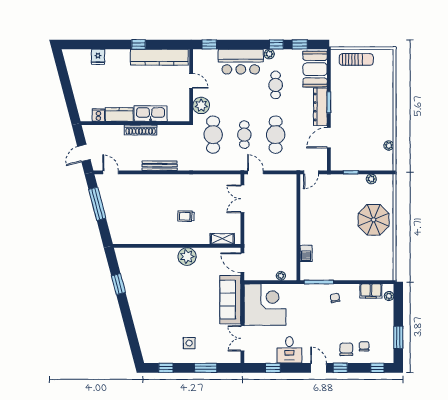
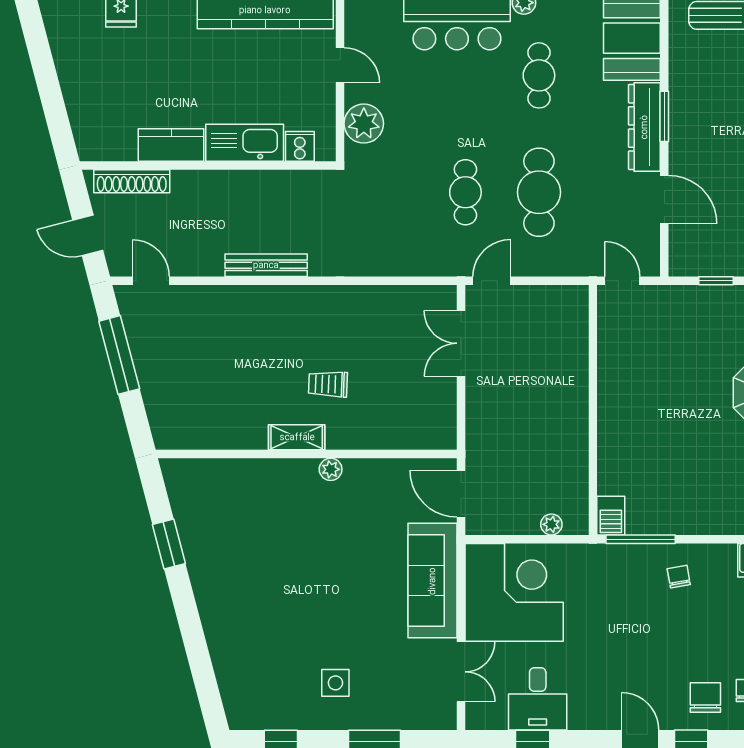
cooker: (98, 115) -> (300, 146), moved
shoe rack: (141, 130) -> (132, 181), moved
cafe table: (213, 135) -> (392, 192), removed
door: (329, 138) -> (664, 199), swing flipped
door: (84, 153) -> (88, 235), hinge flipped
door: (255, 172) -> (492, 281), hinge flipped
door: (311, 172) -> (622, 281), swing flipped
shelving: (222, 239) -> (297, 437), moved
barbecue: (306, 253) -> (611, 516), moved
plant: (187, 257) -> (331, 469), width x0.53, depth x0.53
double door: (242, 338) -> (461, 672), swing flipped
desk: (289, 350) -> (538, 699), moved

